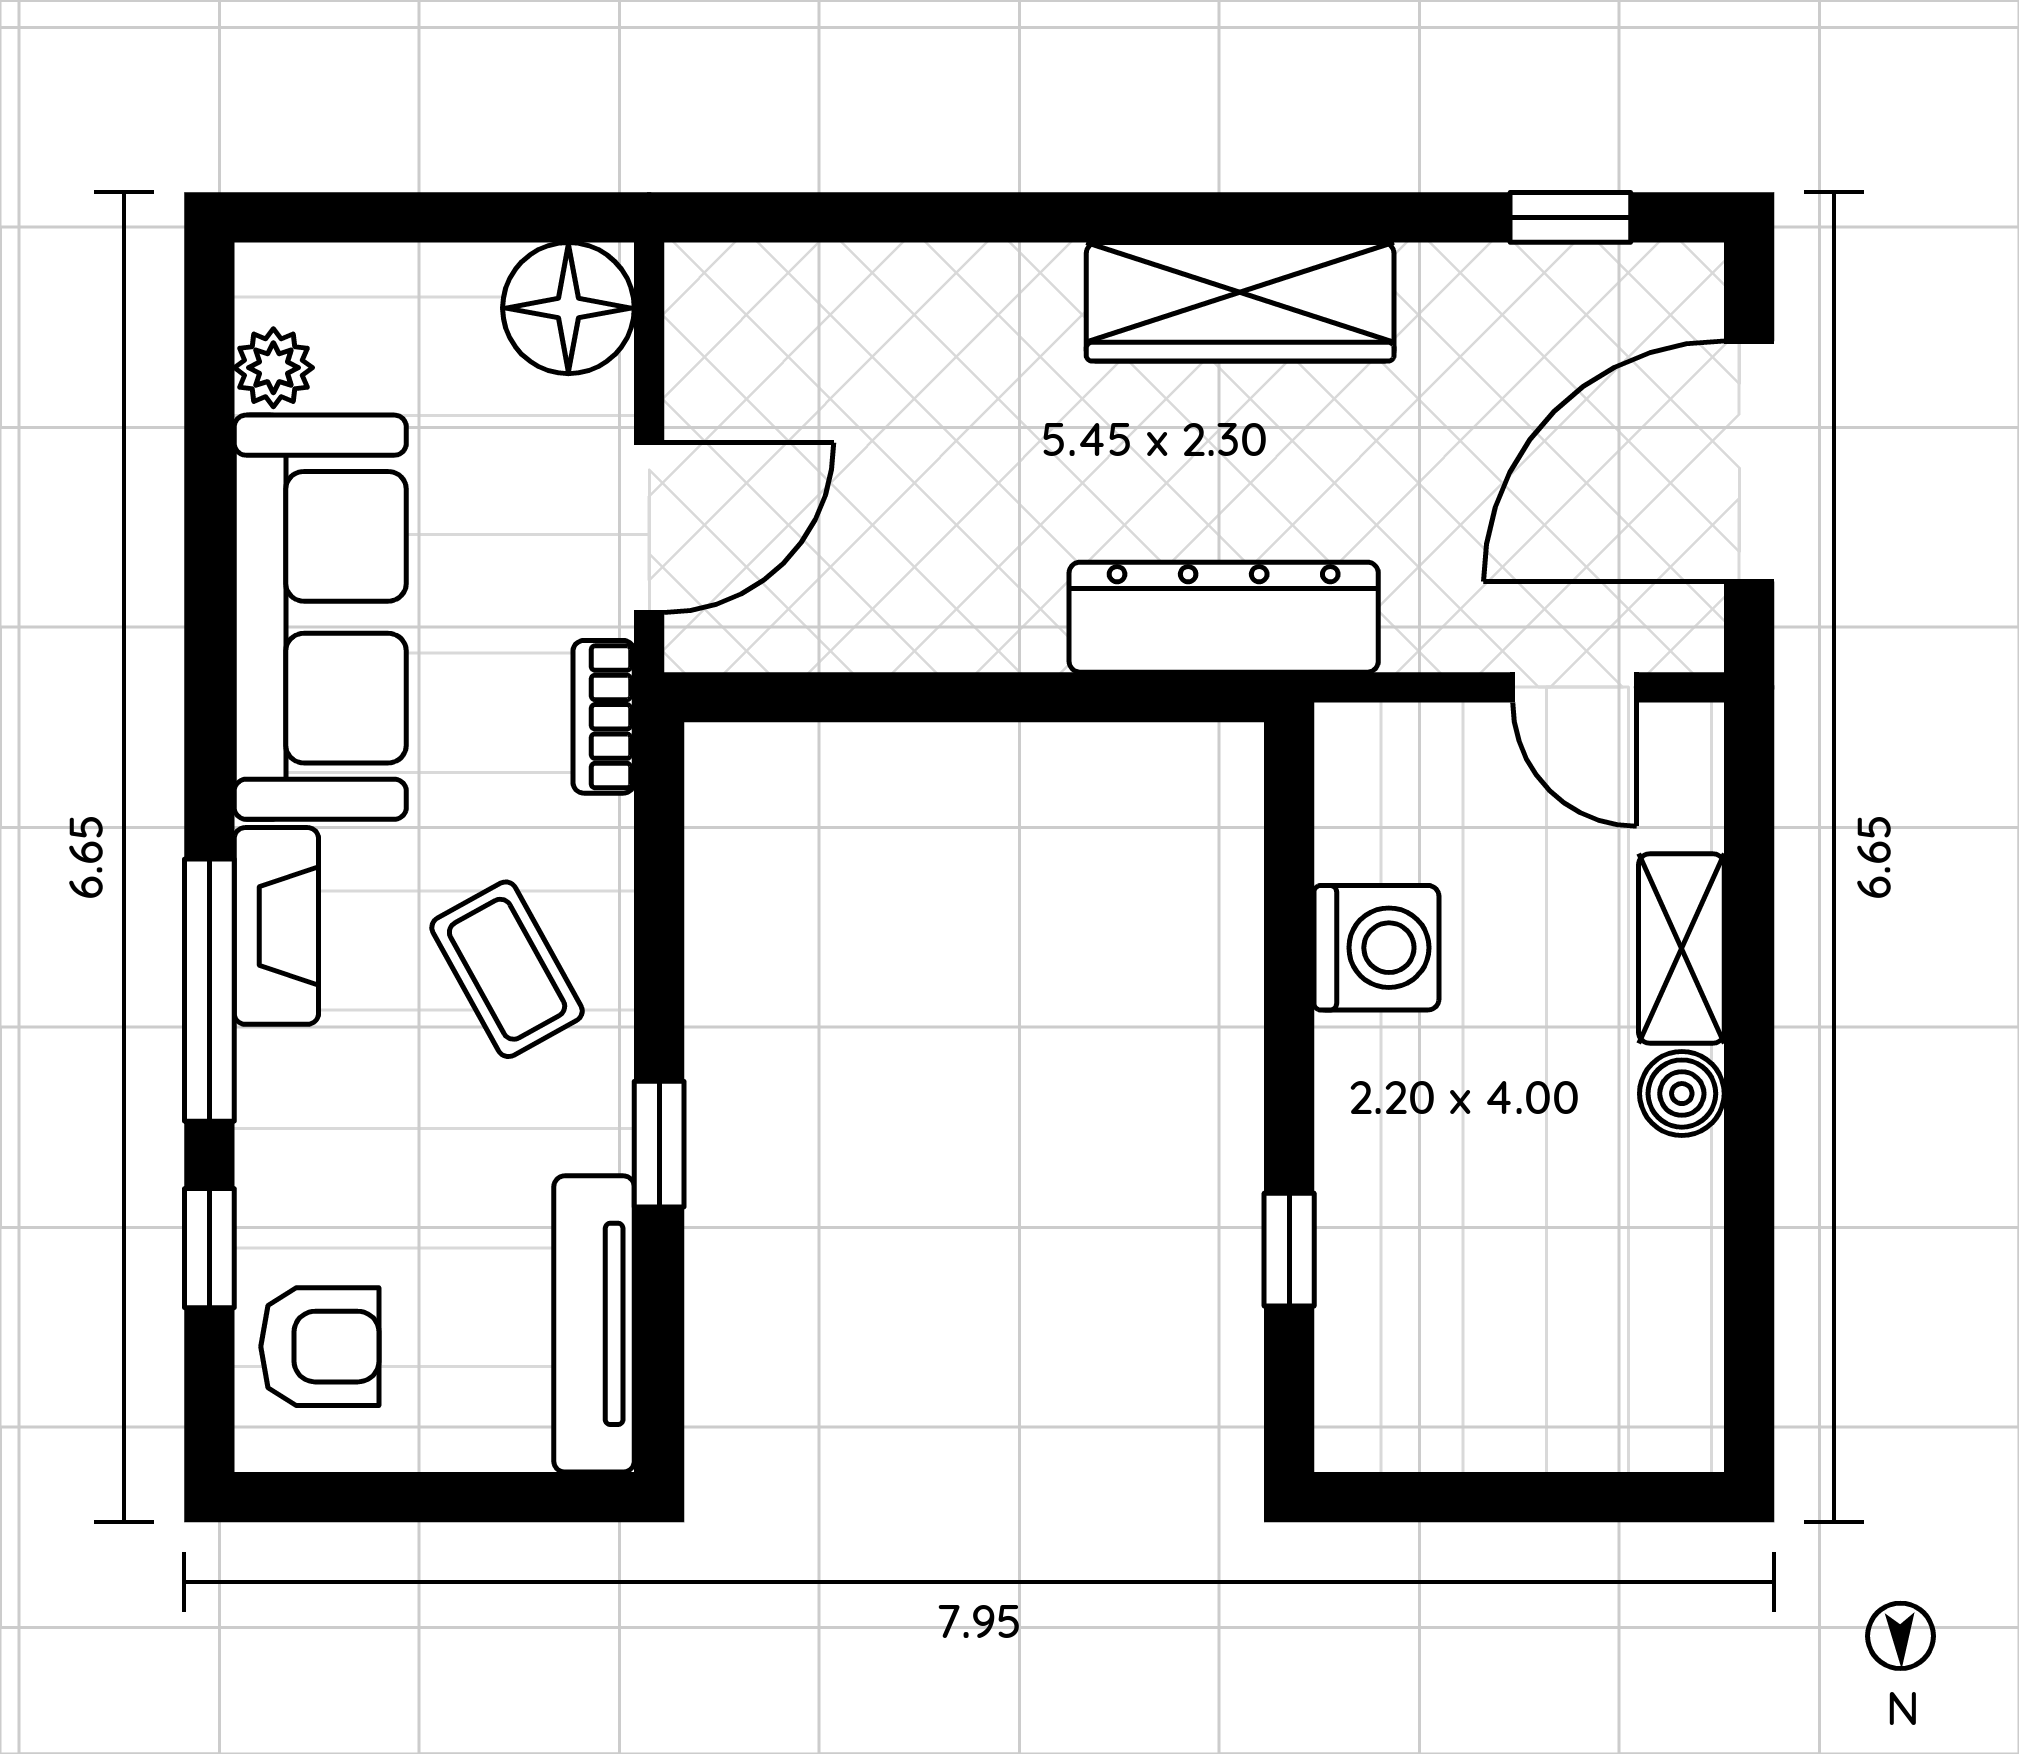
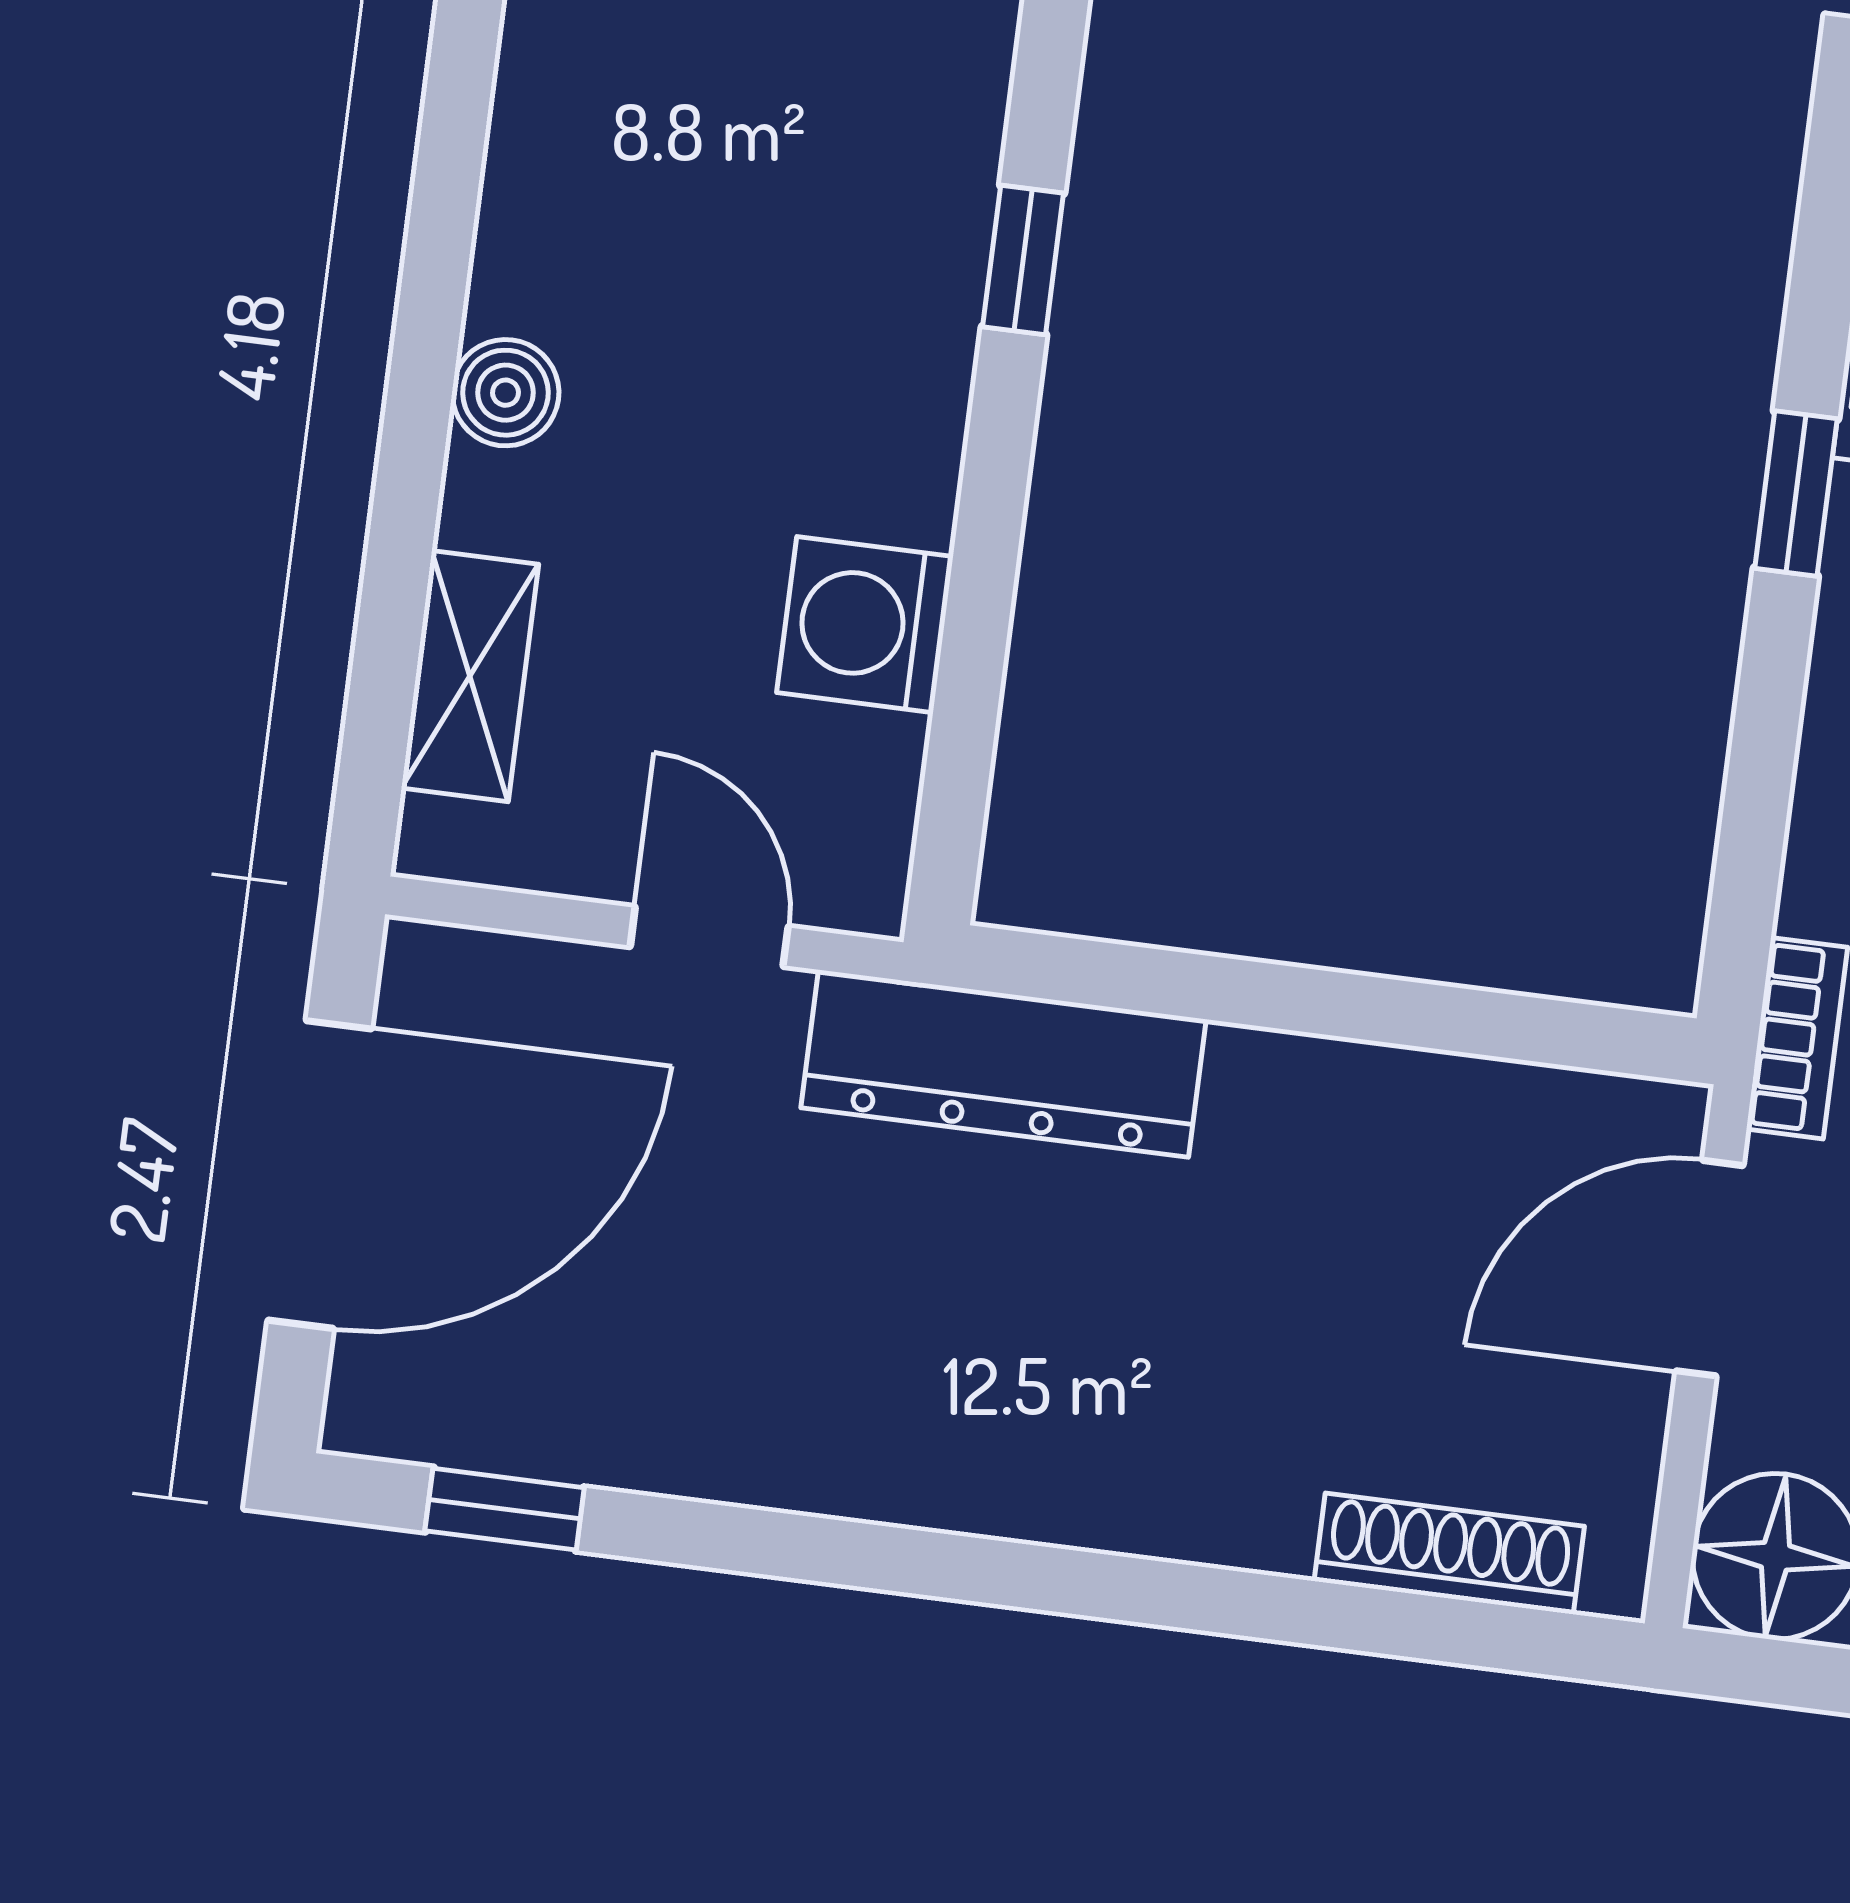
shoe rack: (825, 277) -> (1449, 1554), added
wardrobe: (1240, 302) -> (932, 1456), removed
door: (1575, 687) -> (709, 937), moved
shelving: (1681, 949) -> (470, 676), moved

